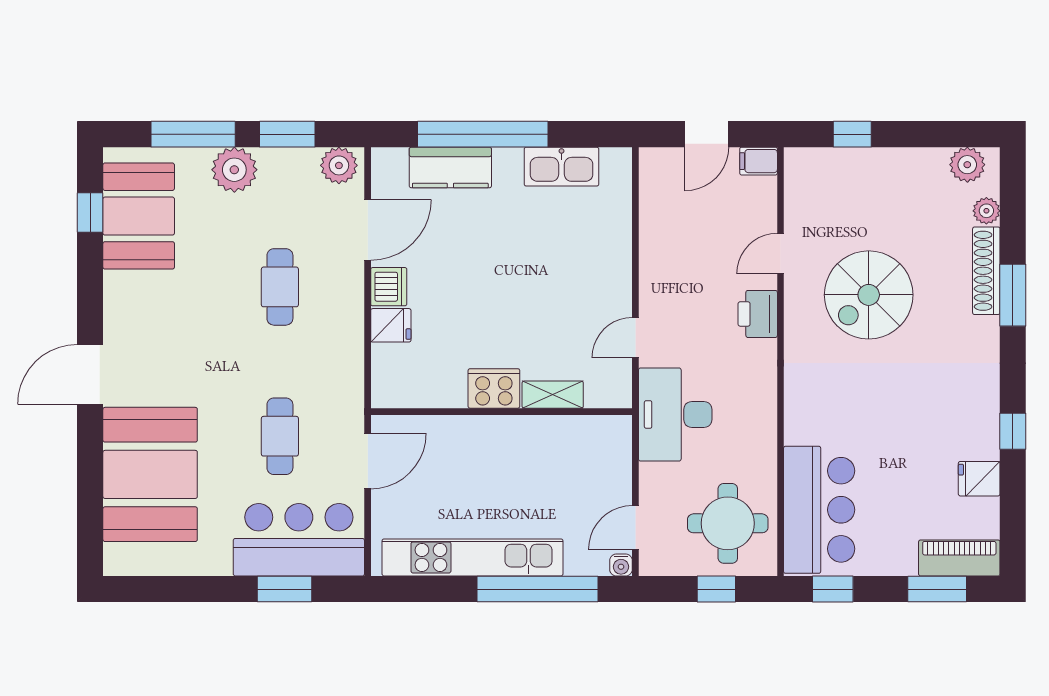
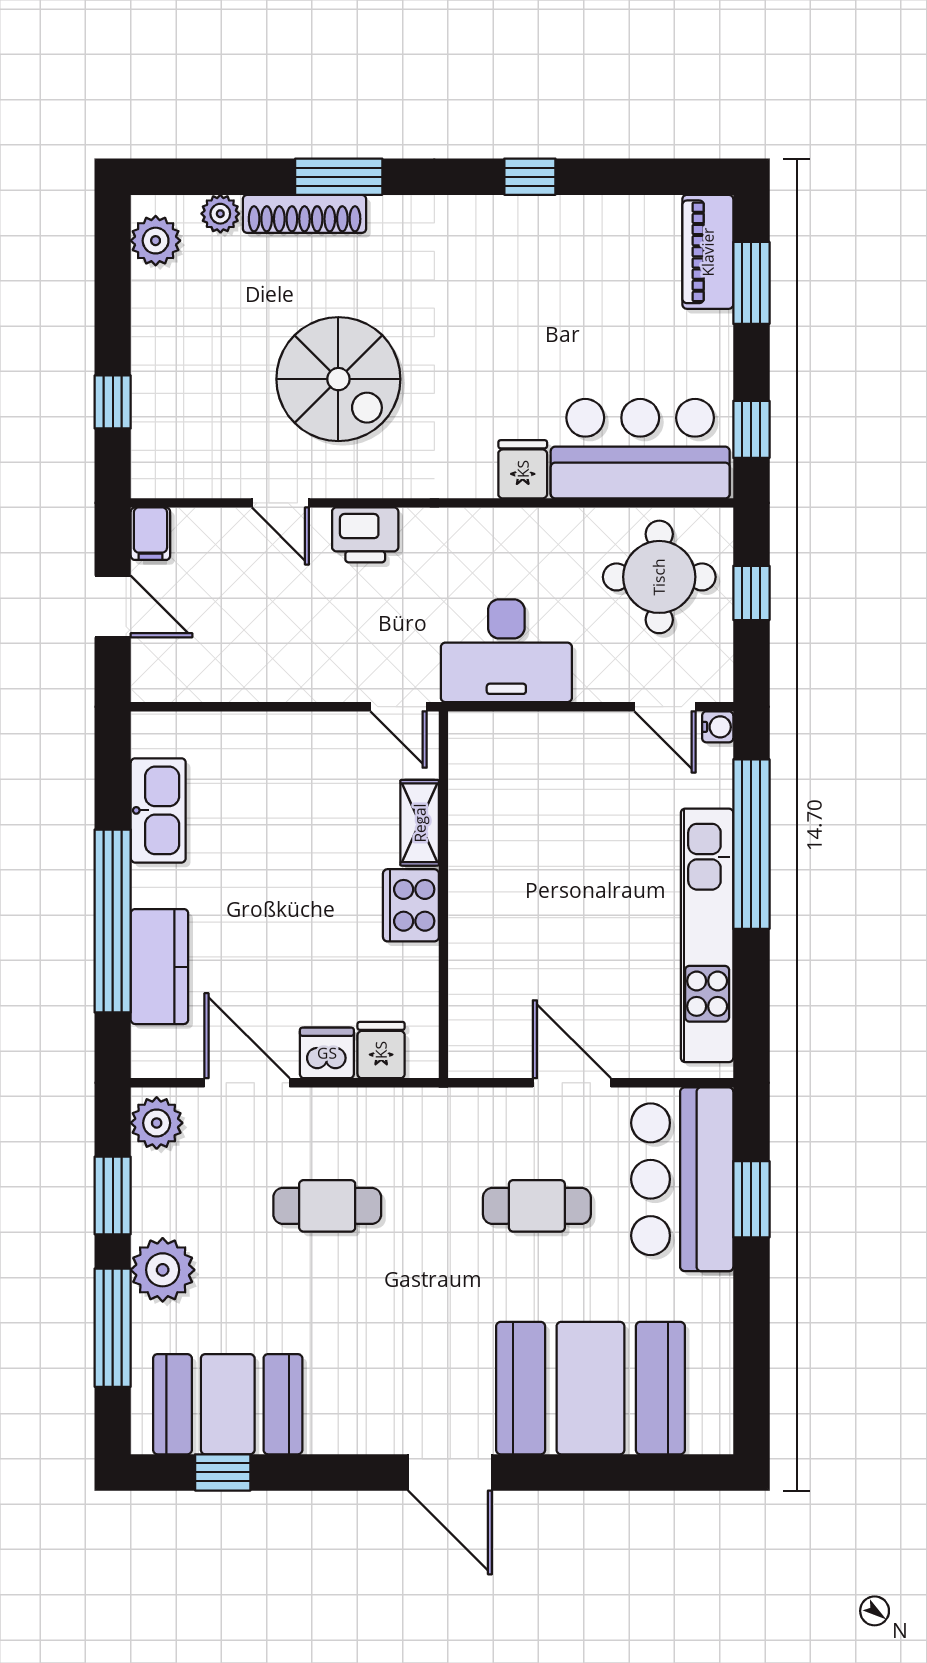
cooker: (494, 388) -> (411, 905), moved
shelving: (553, 395) -> (420, 823), moved
wall: (501, 412) -> (443, 895), moved
fridge: (979, 479) -> (523, 469), moved, turned 180

